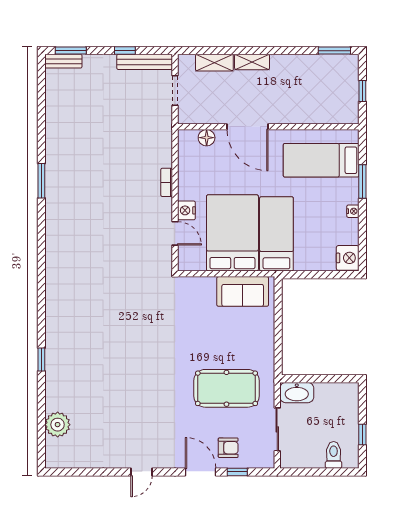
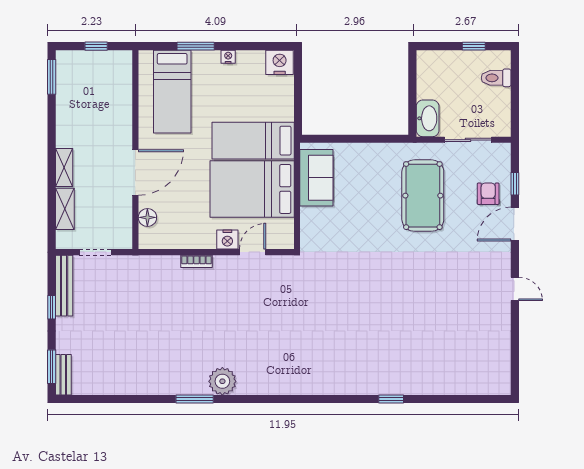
plant: (58, 425) -> (222, 381), moved

